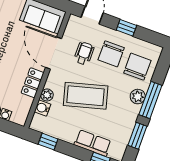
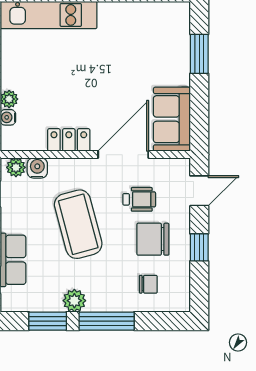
chair: (137, 67) -> (148, 284), width x0.54, depth x0.54
plant: (47, 95) -> (16, 167), moved
plant: (138, 97) -> (74, 301), moved

